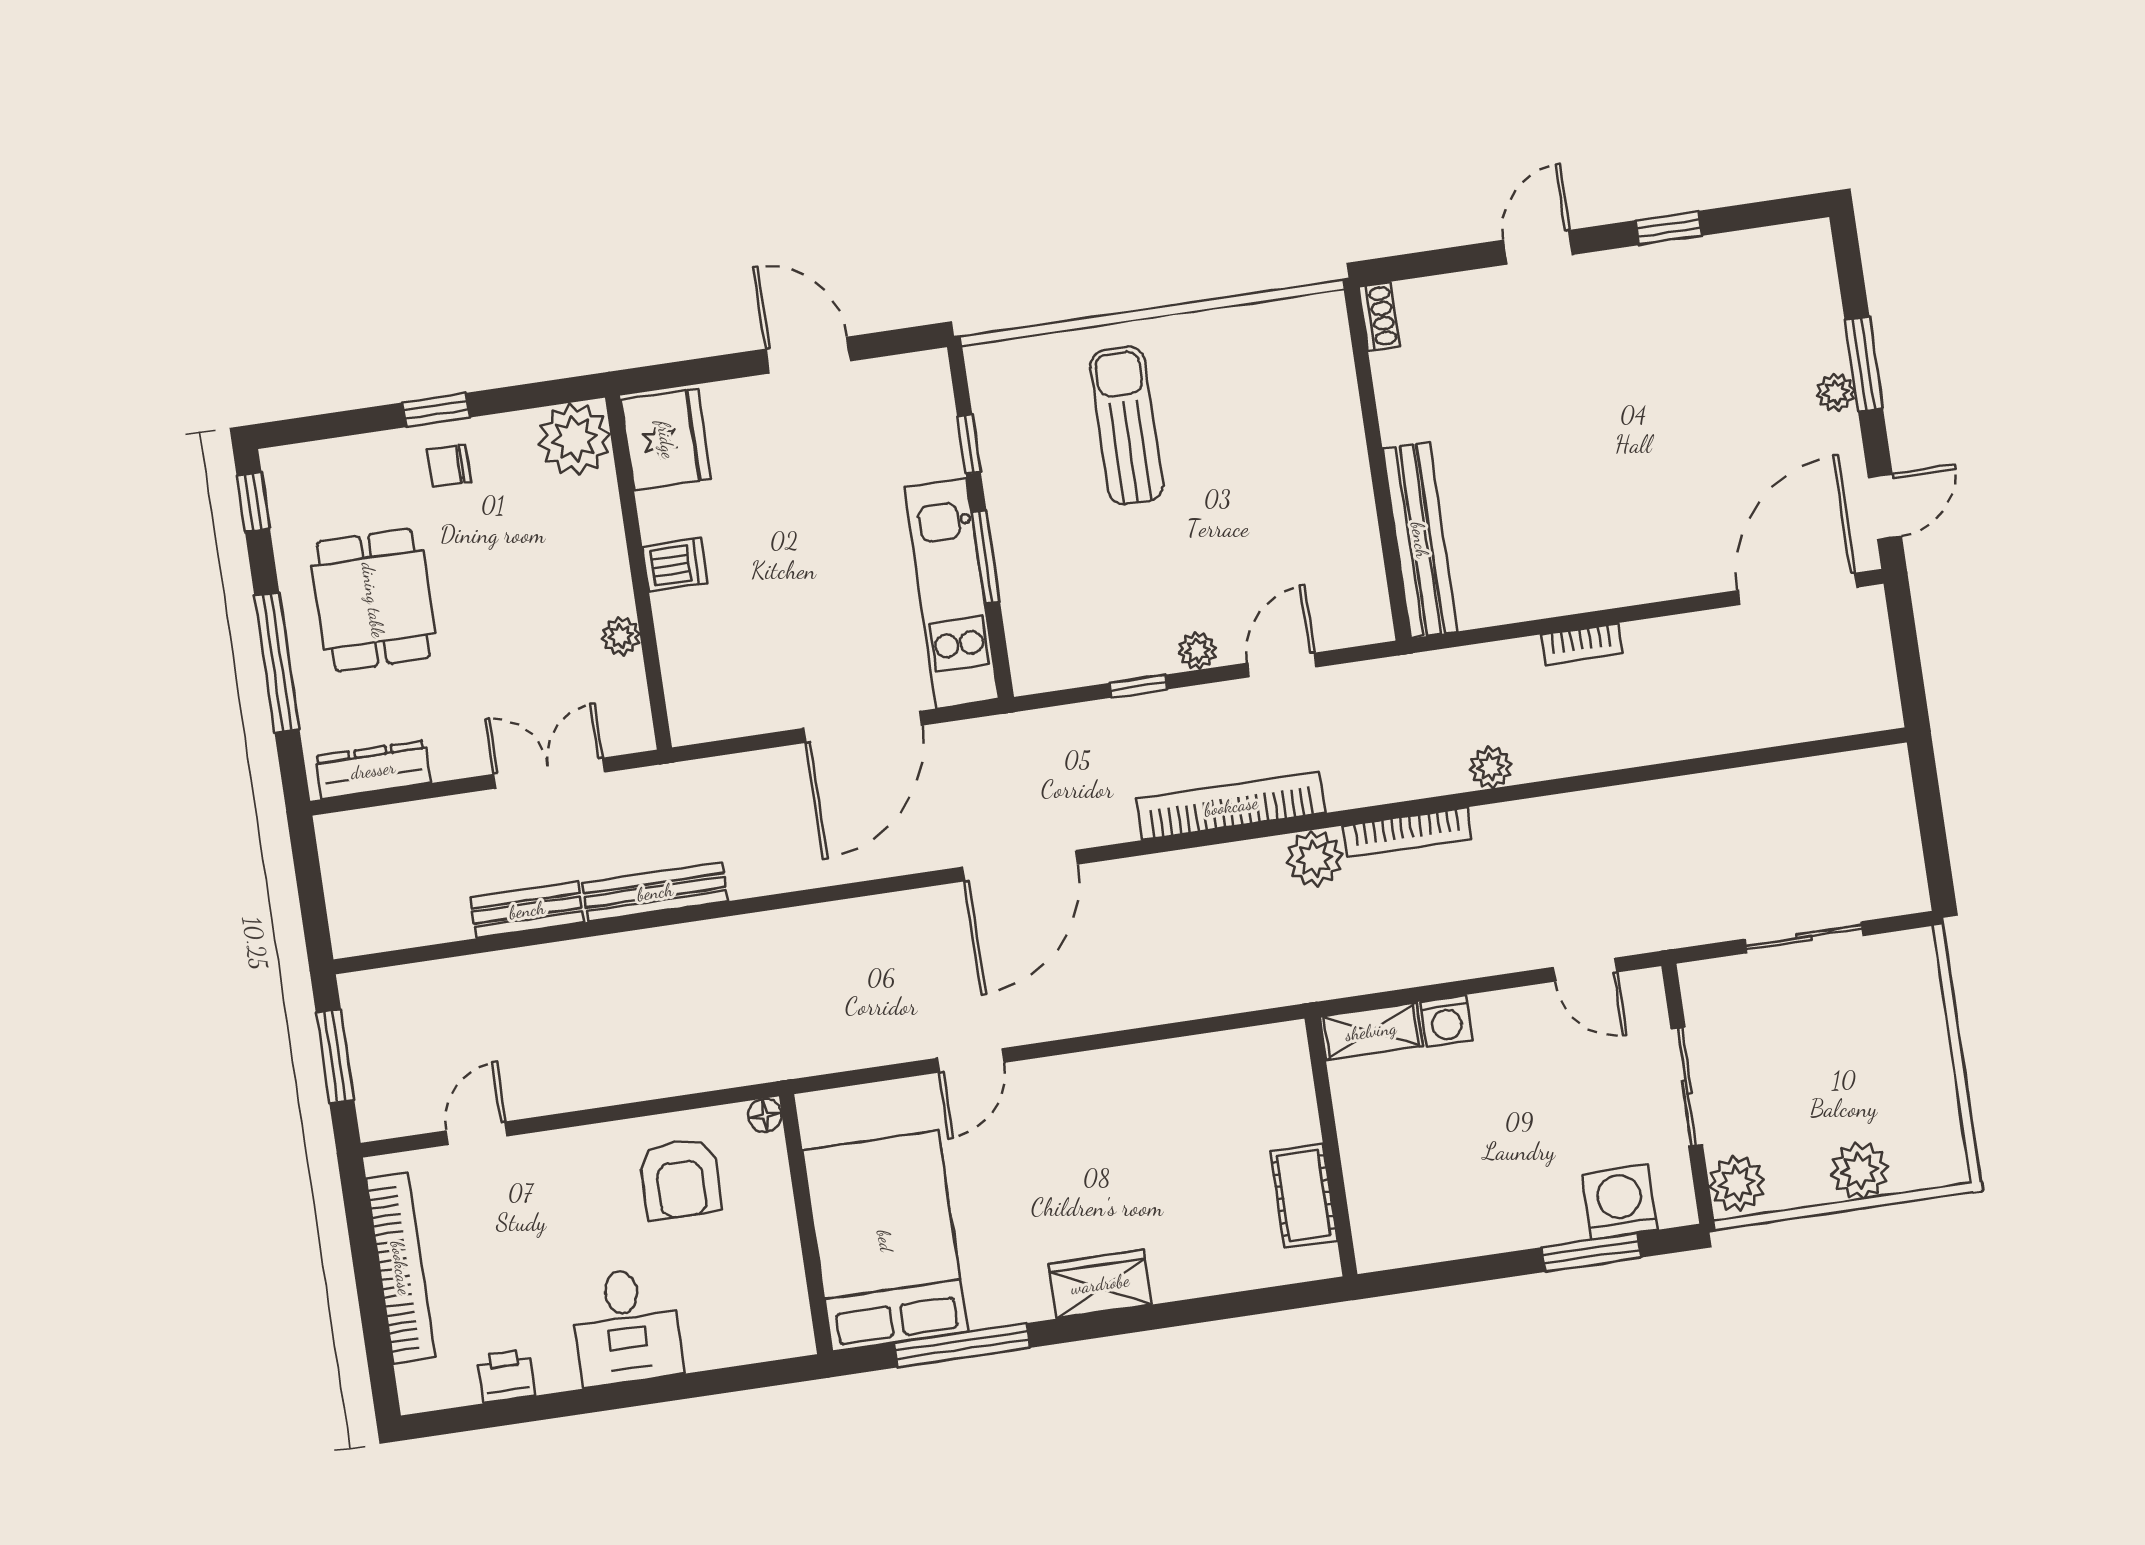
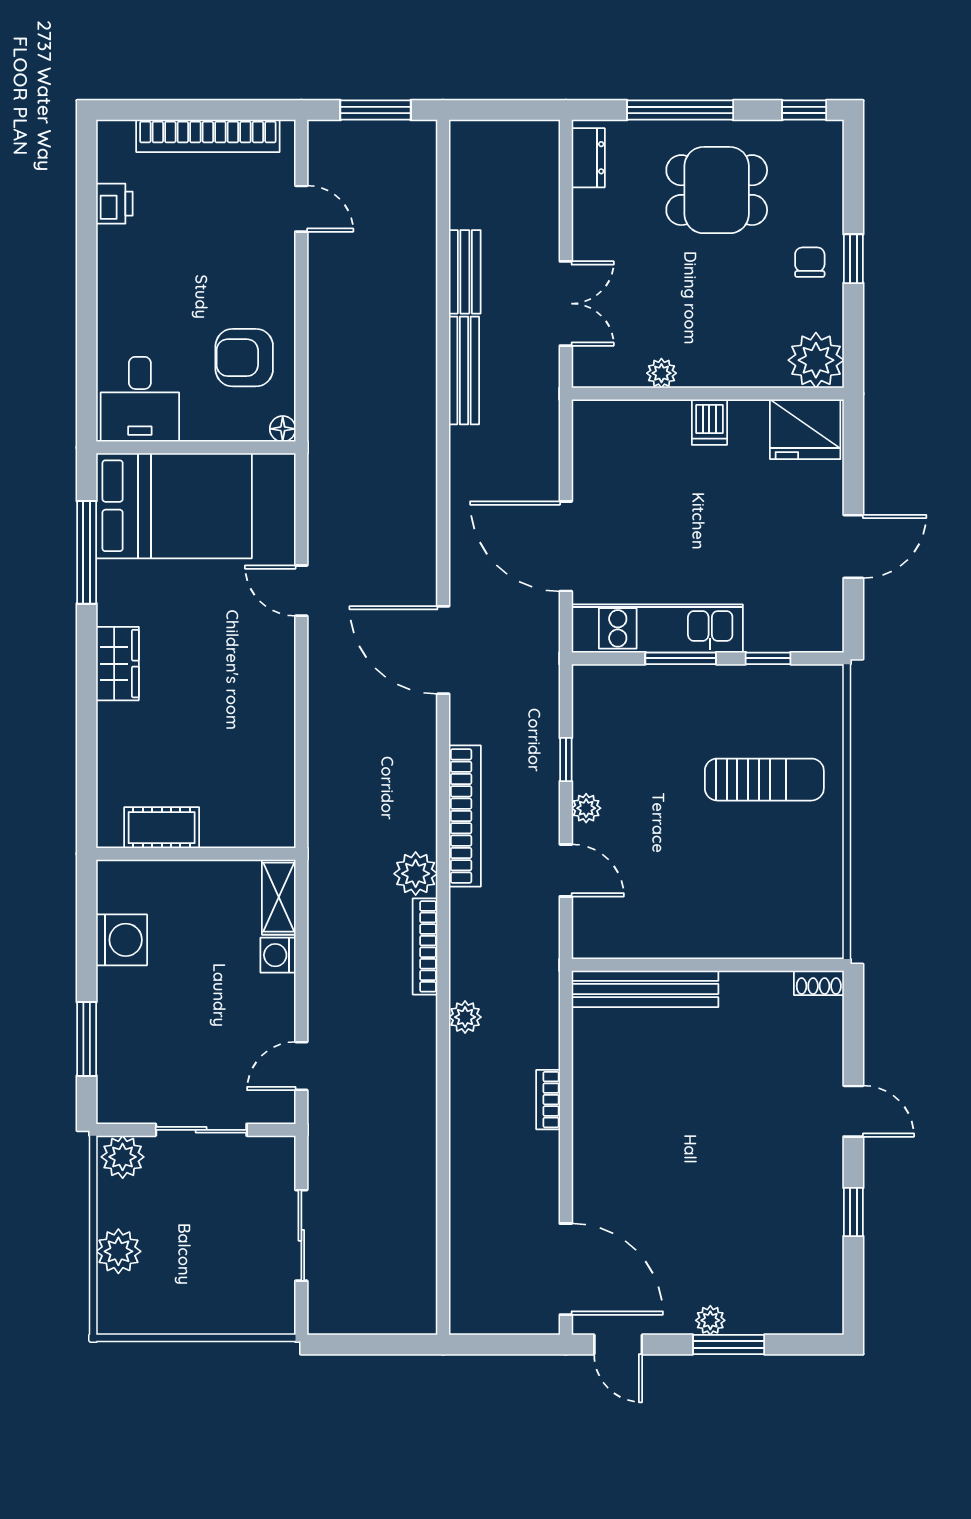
dresser: (373, 770) -> (588, 158), width x0.70
washing machine: (1620, 1202) -> (122, 940), moved
desk: (626, 1326) -> (140, 399), moved, turned -90

